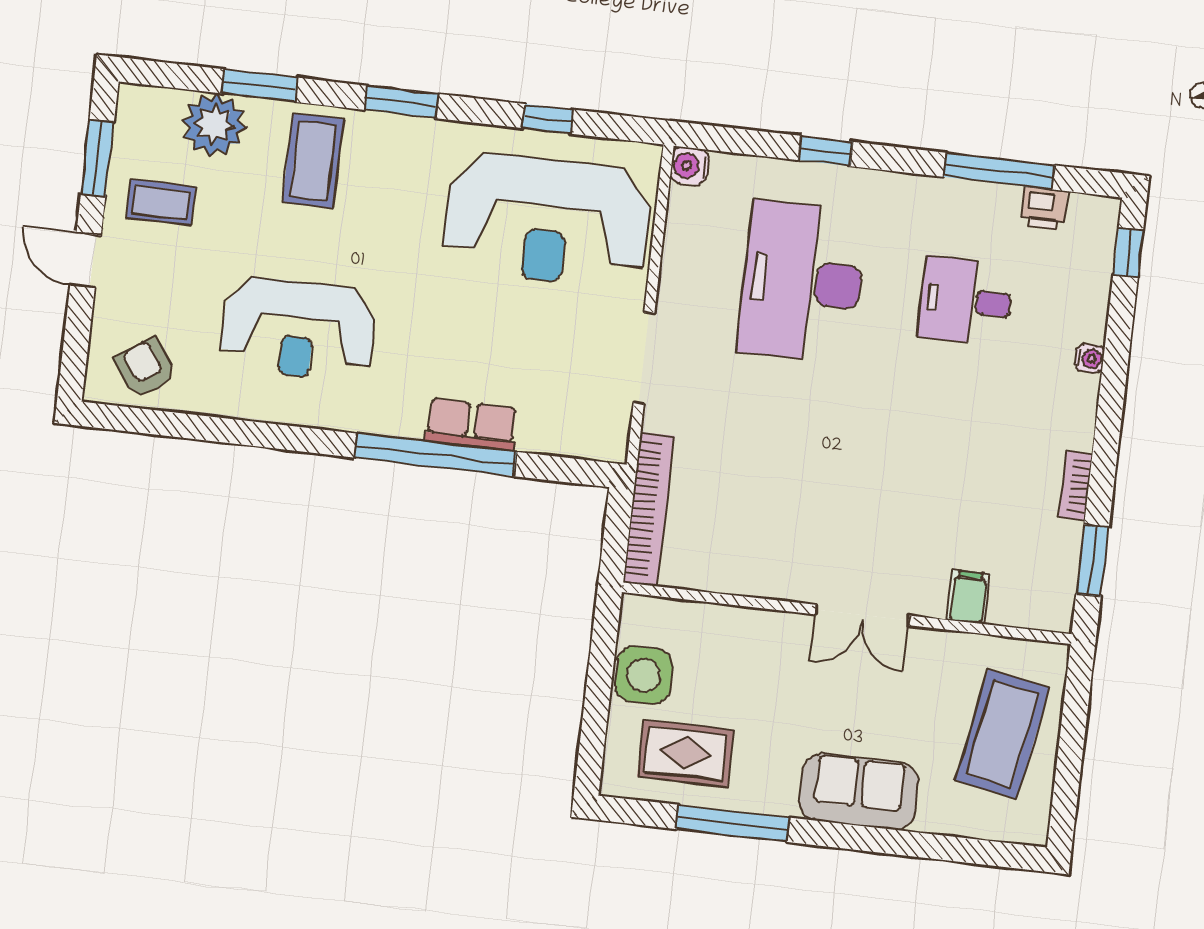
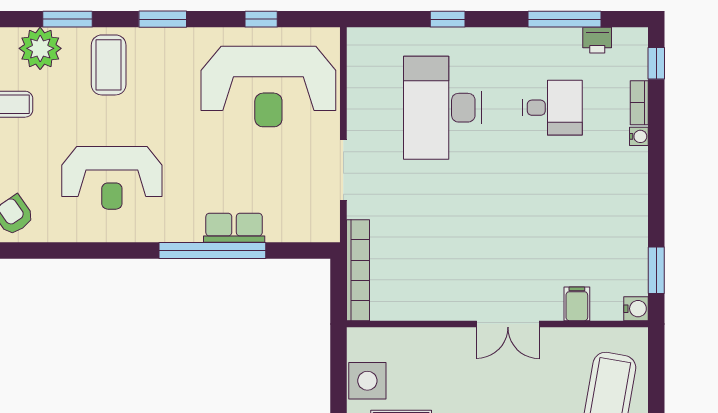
water cooler: (689, 166) -> (636, 309), moved, turned 180
desk: (966, 301) -> (552, 108), turned 180
bookcase: (1076, 485) -> (639, 103), moved

